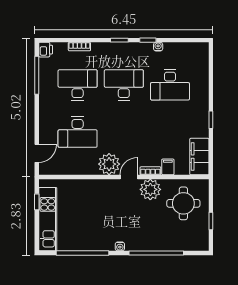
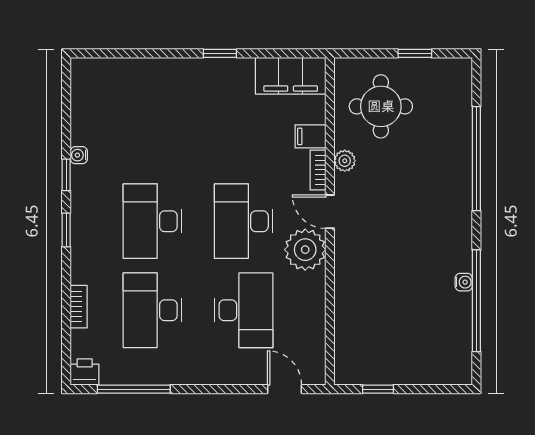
desk: (170, 85) -> (244, 221), moved, turned 180
plant: (150, 189) -> (345, 161), width x0.53, depth x0.53
kitchen unit: (48, 219) -> (411, 368), removed
water cooler: (120, 246) -> (464, 282), moved

